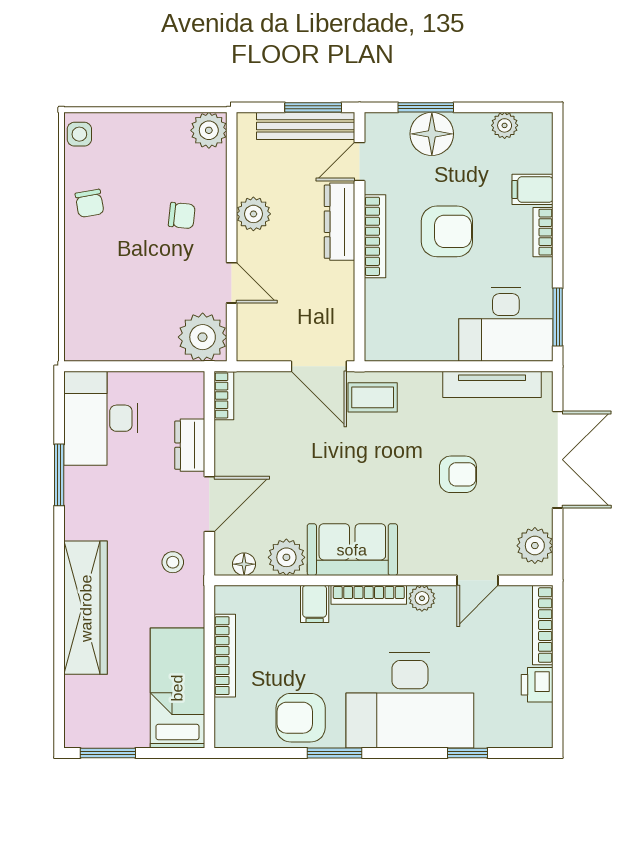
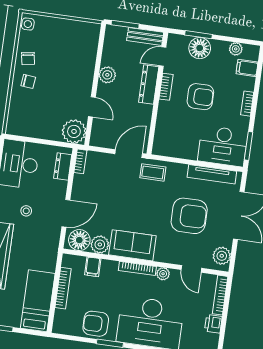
window: (313, 107) -> (125, 24), moved
bench: (306, 126) -> (145, 36), width x0.73
plant: (209, 130) -> (91, 31), removed
filing cabinet: (533, 189) -> (247, 68), moved
chair: (182, 216) -> (28, 81), moved
bookcase: (375, 236) -> (166, 87), width x0.64
door: (319, 366) -> (129, 154), swing flipped
dresser: (190, 445) -> (63, 166), moved
armchair: (458, 474) -> (189, 216), width x1.88, depth x1.88
stool: (173, 562) -> (26, 211), moved
floor lamp: (244, 564) -> (79, 240), width x1.89, depth x1.89
door: (477, 580) -> (191, 269), hinge flipped
filing cabinet: (315, 604) -> (93, 267), moved

